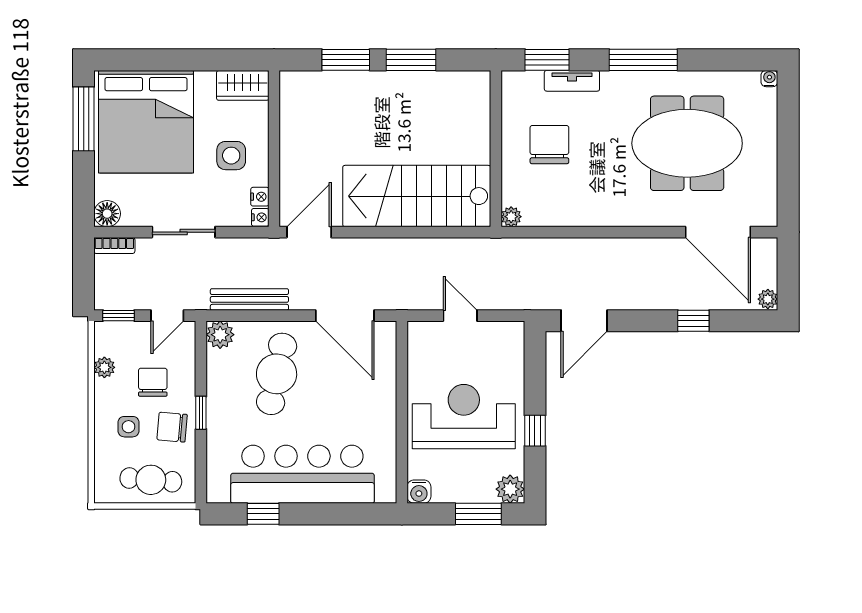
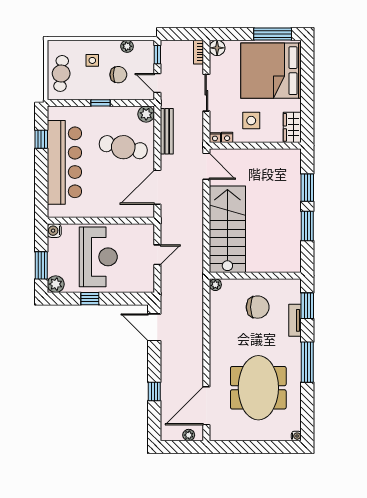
plant: (768, 299) -> (189, 435), moved
chair: (172, 427) -> (92, 86), removed

